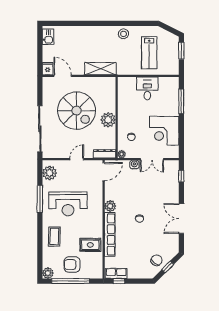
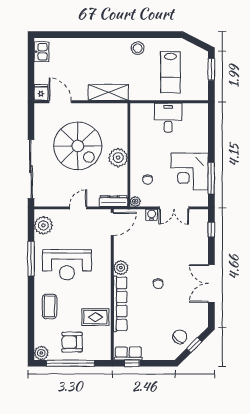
window: (181, 101) -> (211, 178), moved

